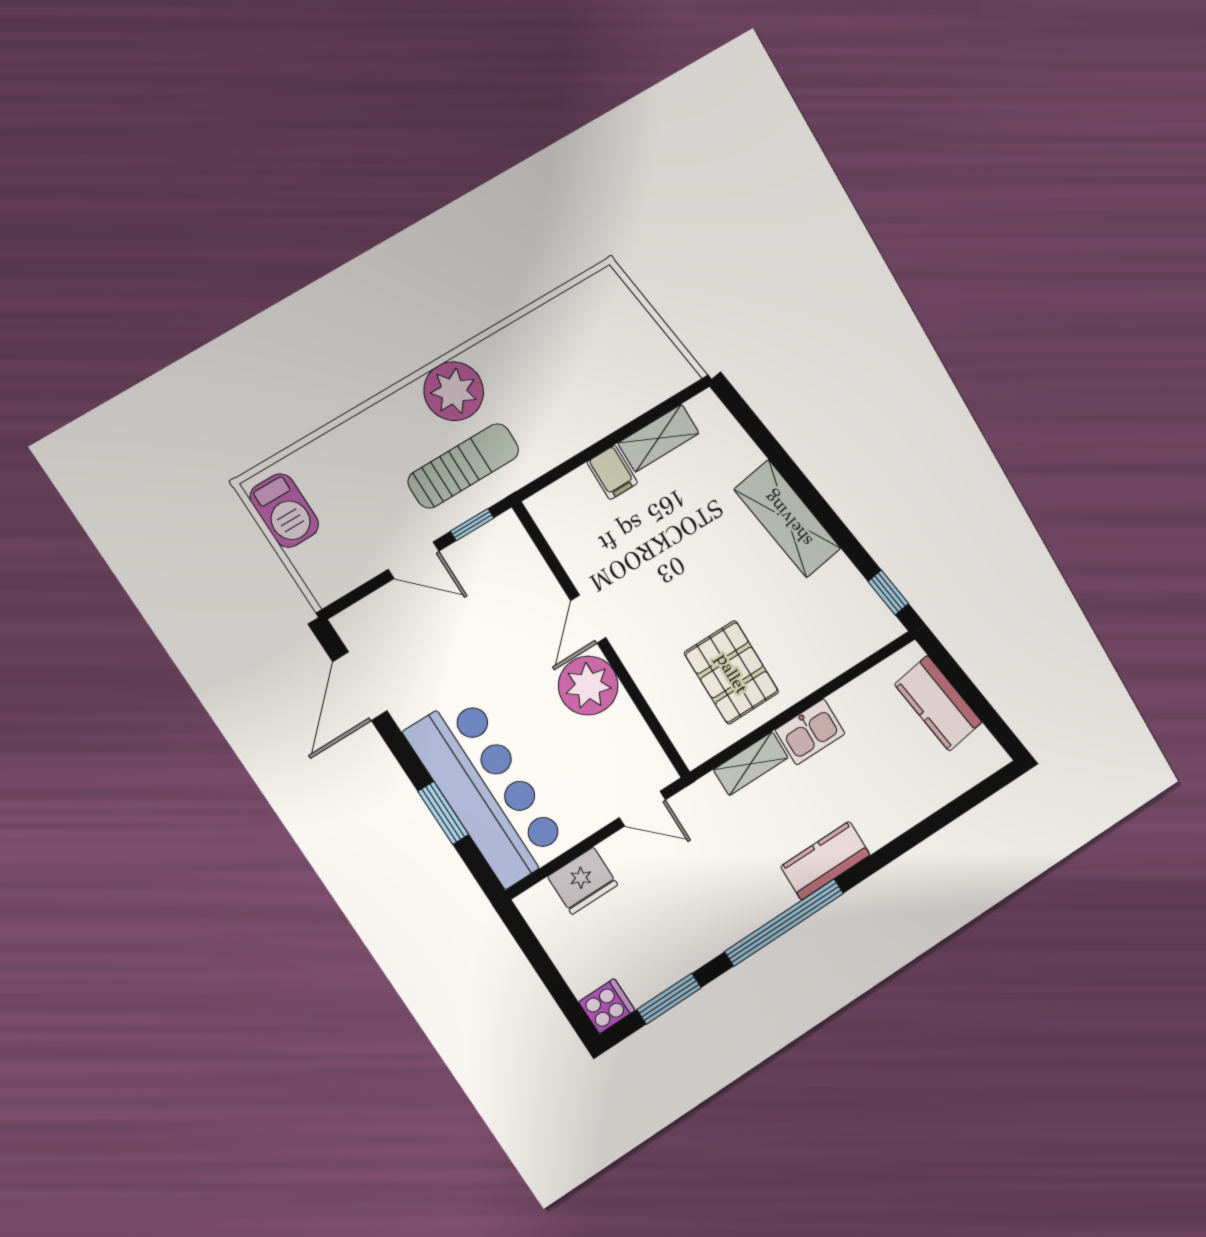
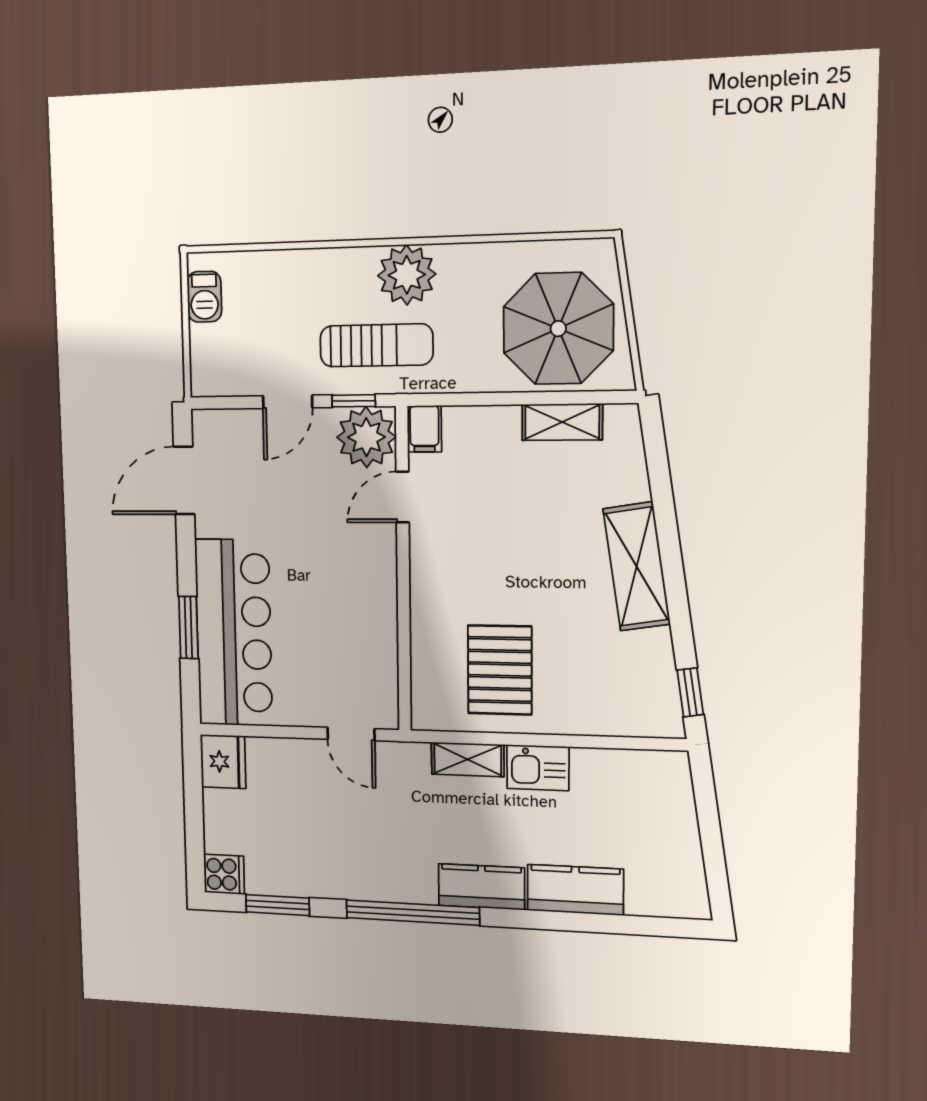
parasol: (609, 364) -> (558, 329), added
filing cabinet: (612, 472) -> (424, 429), moved
barbecue: (284, 511) -> (204, 297), width x0.73, depth x0.79
door: (414, 560) -> (288, 402), hinge flipped
door: (588, 619) -> (403, 497), moved
plant: (588, 686) -> (366, 437), moved
kitchen counter: (938, 703) -> (575, 890), moved, turned 99
fridge: (583, 881) -> (223, 761), moved, turned -90

